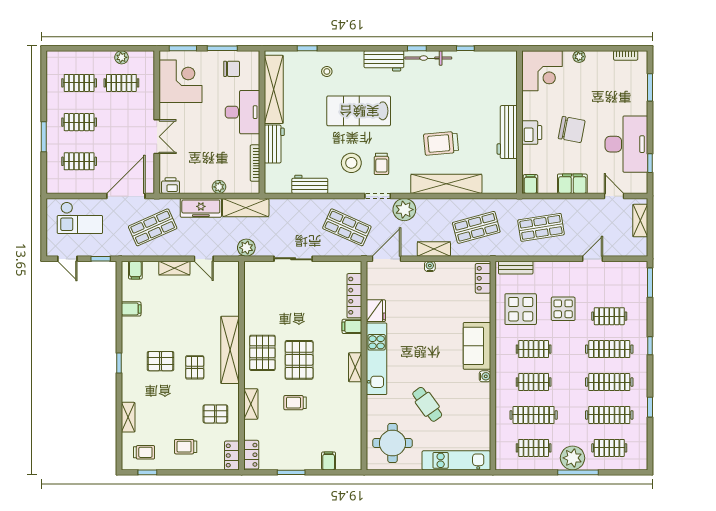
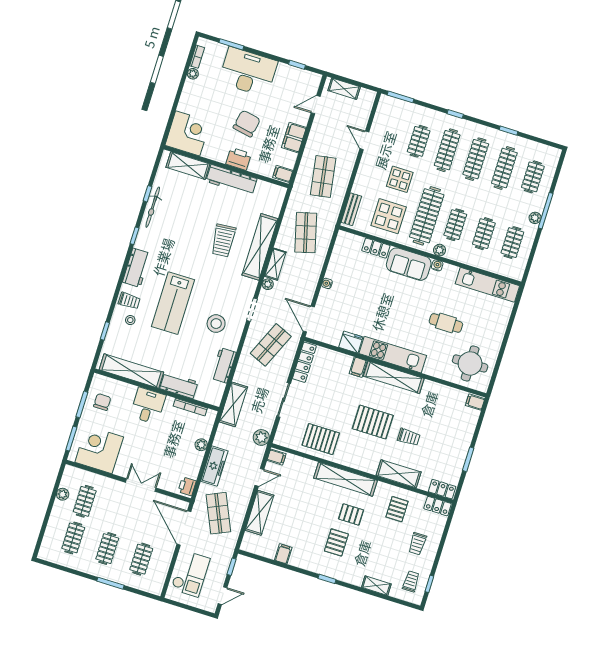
plant: (579, 57) -> (193, 74), moved
bicycle: (428, 58) -> (153, 207), moved
shelving: (508, 82) -> (188, 166), added
desk: (242, 112) -> (148, 406), width x0.73
desk: (626, 144) -> (248, 72), moved
trolley: (381, 164) -> (129, 301), moved
shelving: (246, 208) -> (233, 404), moved
plant: (404, 210) -> (268, 284), width x0.53, depth x0.53
shelving: (434, 249) -> (275, 264), moved
shelving: (174, 268) -> (259, 513), width x1.50, depth x1.33
filing cabinet: (135, 270) -> (277, 457), moved
locker: (483, 278) -> (376, 248), moved
locker: (354, 296) -> (304, 362), moved, turned -90
clothes rail: (534, 349) -> (427, 216), width x1.86, depth x1.31
pallet: (262, 353) -> (321, 439), moved
shelving: (355, 367) -> (394, 377), width x2.20, depth x1.33
plant: (502, 374) -> (440, 250), added
trolley: (295, 403) -> (409, 437), turned -90
shelving: (251, 404) -> (399, 474), width x1.50, depth x1.33
cafe table: (427, 404) -> (446, 323), turned 36
clothes rail: (534, 415) -> (484, 234), width x0.73
plant: (573, 458) -> (535, 218), width x0.53, depth x0.53
kitchen unit: (456, 460) -> (487, 285), moved, turned -90
filing cabinet: (329, 461) -> (475, 402), moved

